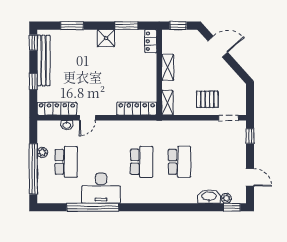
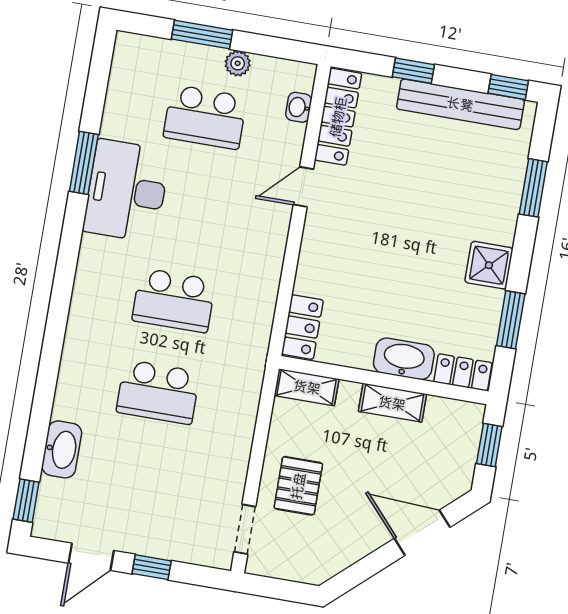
door: (218, 47) -> (422, 533), swing flipped
washbasin: (149, 66) -> (404, 359), added
locker: (137, 109) -> (302, 327), width x0.66
door: (87, 118) -> (303, 187), hinge flipped
washbasin: (67, 125) -> (299, 107), moved
window: (250, 136) -> (152, 567), moved
window: (33, 169) -> (202, 35), width x0.47
plant: (226, 198) -> (50, 491), removed
window: (93, 207) -> (84, 163), width x0.47

